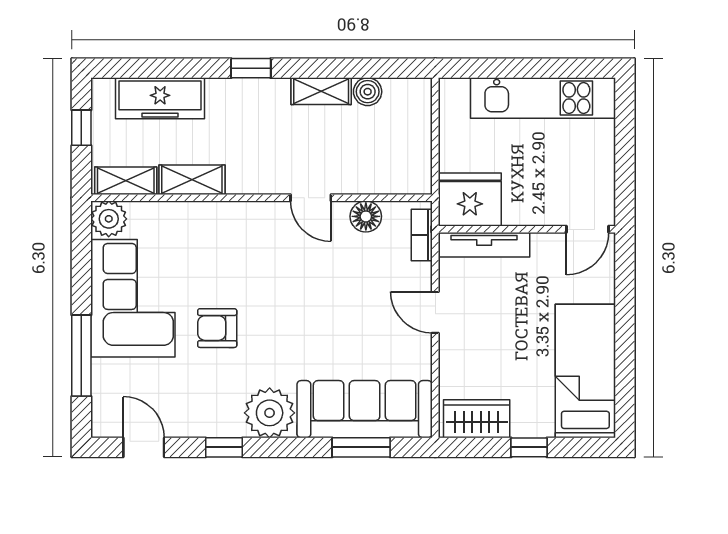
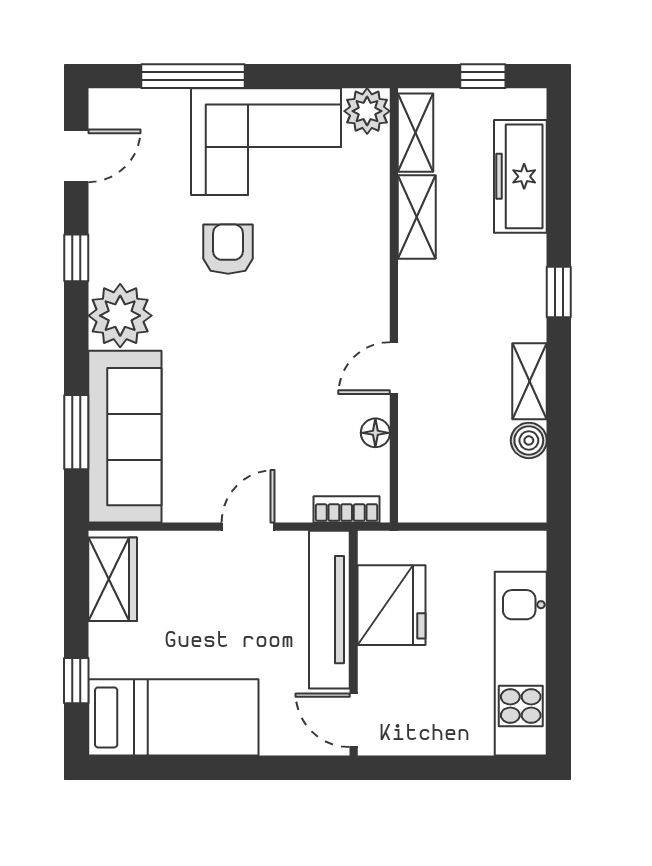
fridge: (470, 200) -> (392, 605), moved
floor lamp: (366, 216) -> (375, 433), width x0.73, depth x0.73
tv unit: (484, 245) -> (329, 610), width x1.36, depth x1.29
window: (529, 447) -> (76, 681), moved

